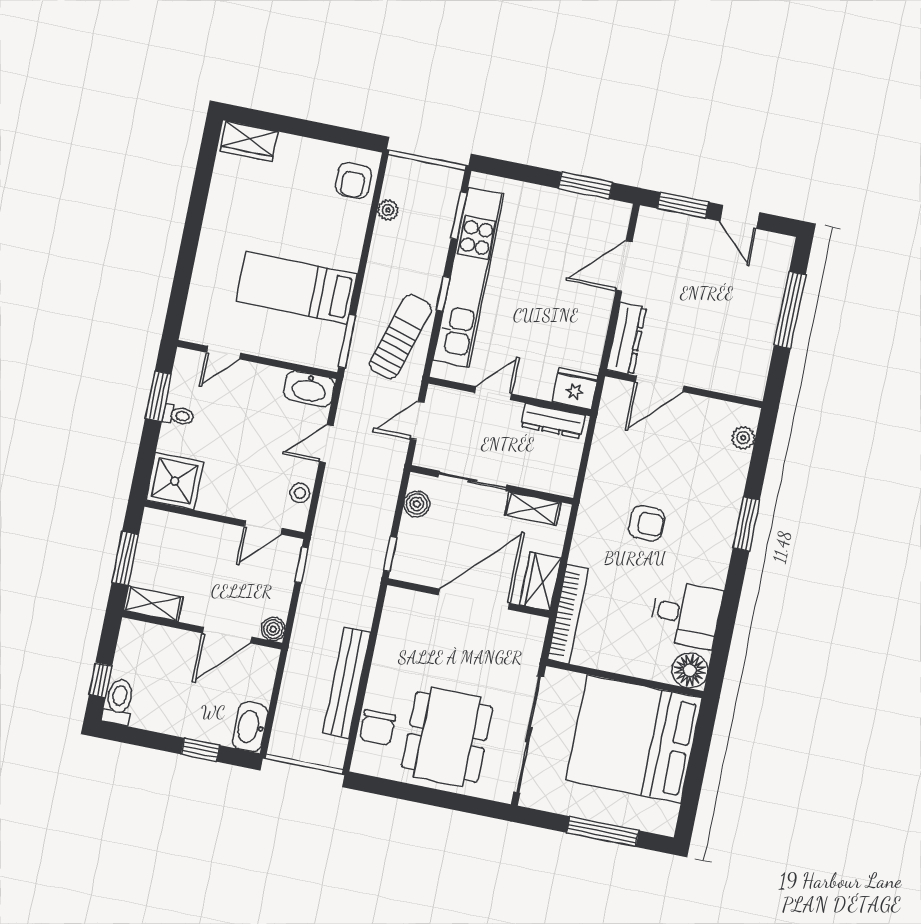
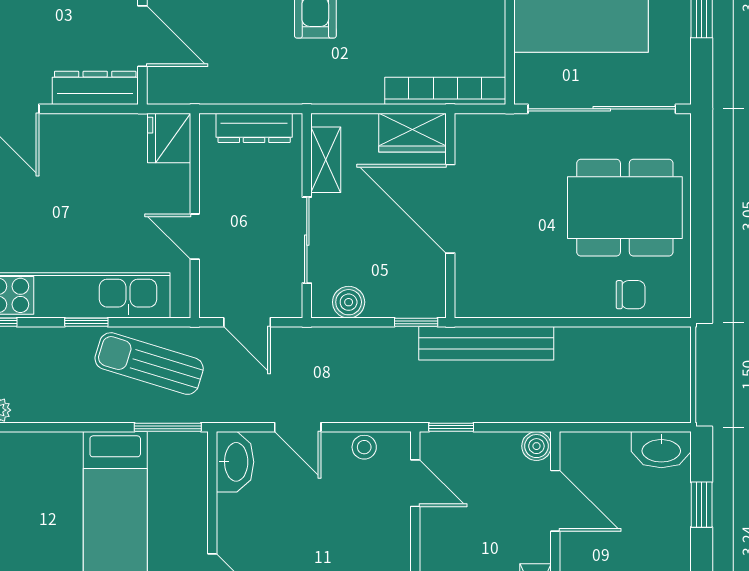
dresser: (553, 421) -> (254, 128), moved, turned 90
bench: (347, 683) -> (486, 343), moved
chair: (377, 728) -> (631, 295), width x0.73, depth x0.73

